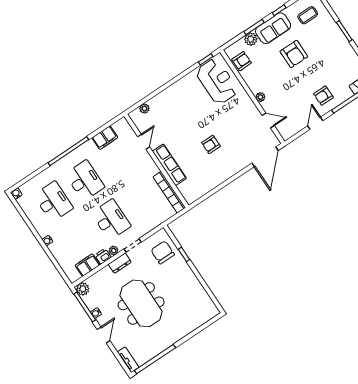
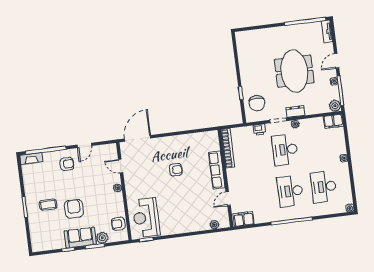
coffee table: (308, 15) -> (48, 205), moved
filing cabinet: (105, 138) -> (244, 219), moved
printer: (103, 256) -> (259, 130), moved
filing cabinet: (87, 265) -> (333, 121), moved

